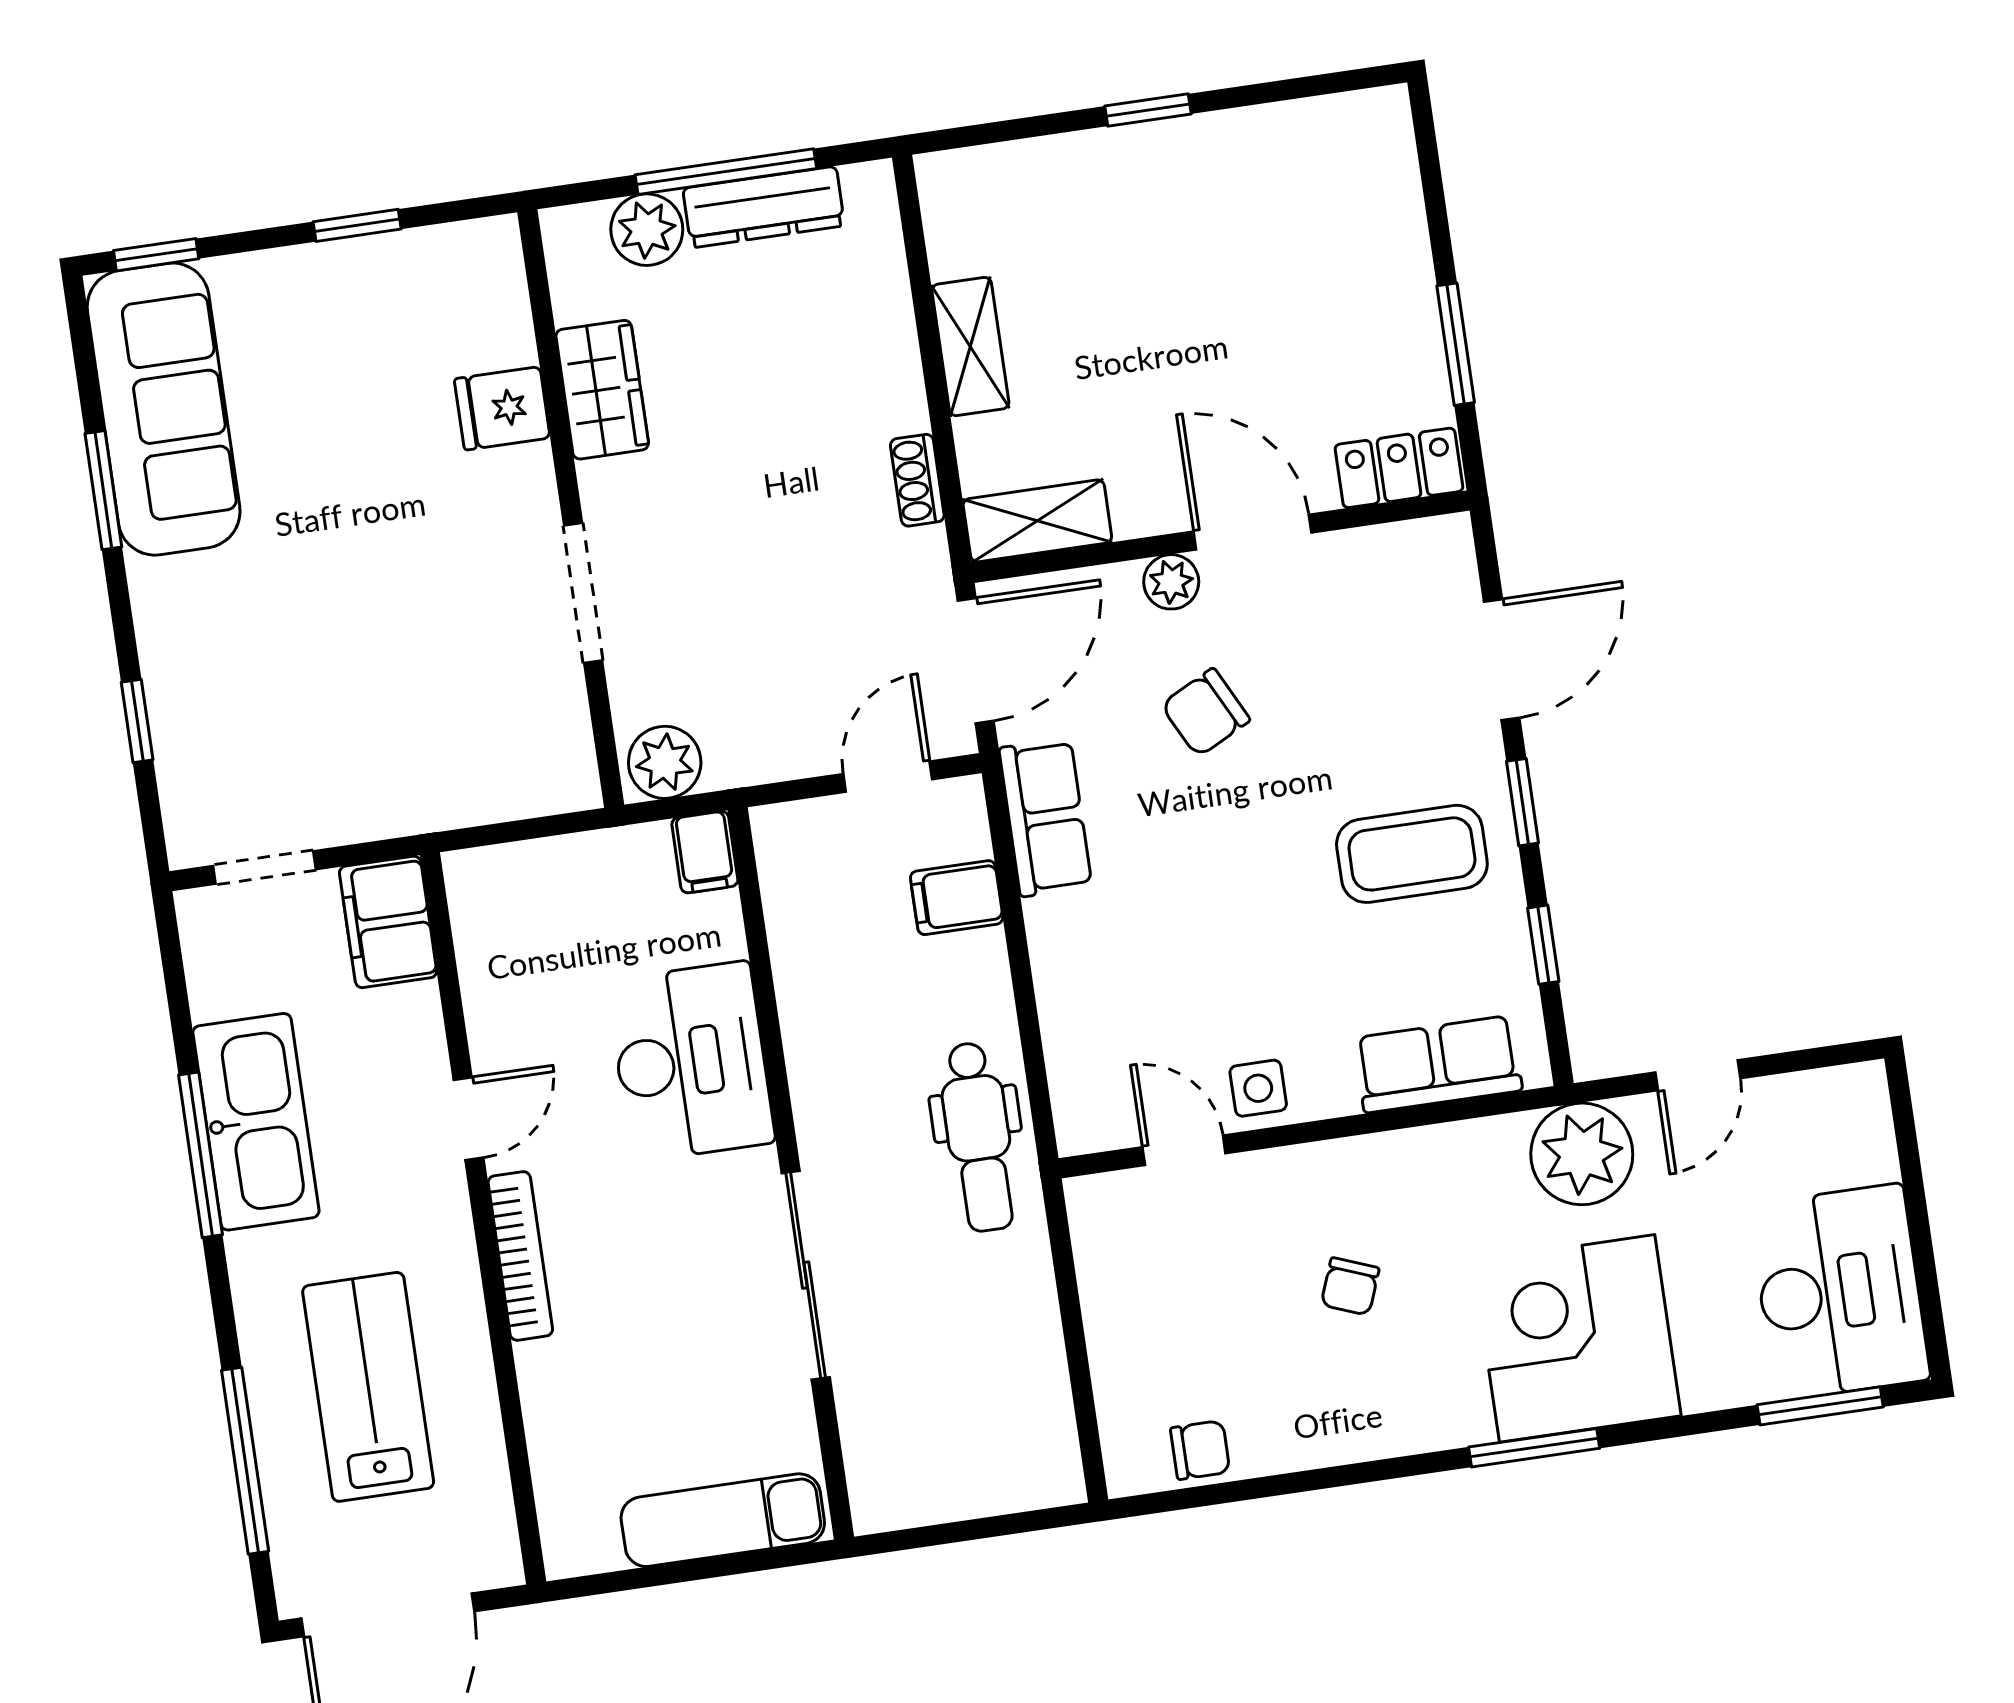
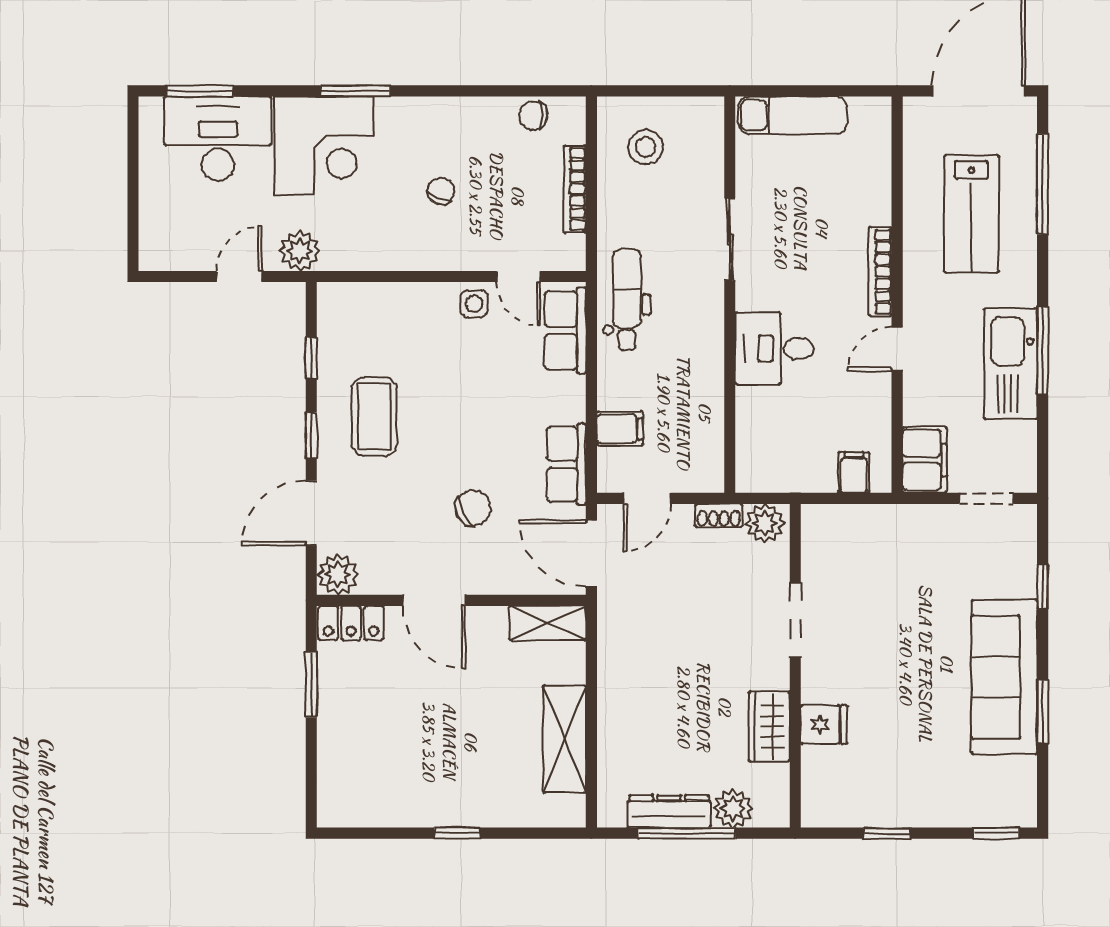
shelving: (970, 347) -> (564, 739), width x1.50, depth x1.33
sofa: (164, 409) -> (1004, 677), moved
shoe rack: (917, 480) -> (719, 515), moved, turned 90
plant: (1171, 582) -> (338, 575), moved, width x1.38, depth x1.38
door: (976, 661) -> (591, 553), hinge flipped
filing cabinet: (705, 852) -> (854, 472), moved
coffee table: (1412, 854) -> (374, 417), turned 90
desk: (691, 1062) -> (774, 348), width x0.73
row of seats: (1438, 1064) -> (565, 330), moved, turned 90
plant: (1582, 1154) -> (300, 251), width x0.73, depth x0.73
sliding door: (806, 1275) -> (730, 239), width x0.73
desk: (1839, 1292) -> (218, 139), moved, turned 90
bookcase: (1104, 1326) -> (575, 189), added
stool: (985, 1422) -> (646, 147), added

